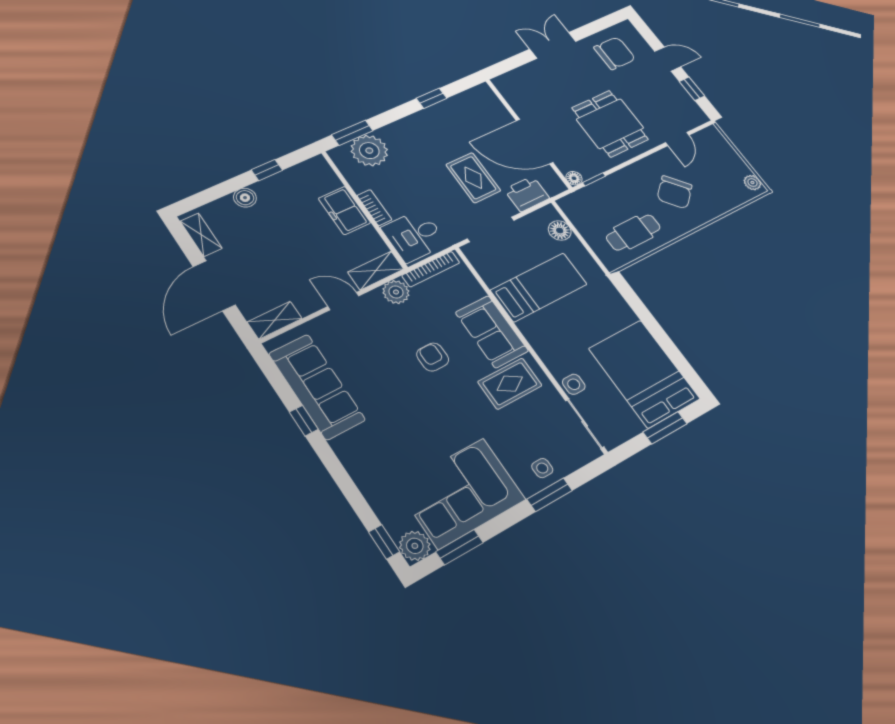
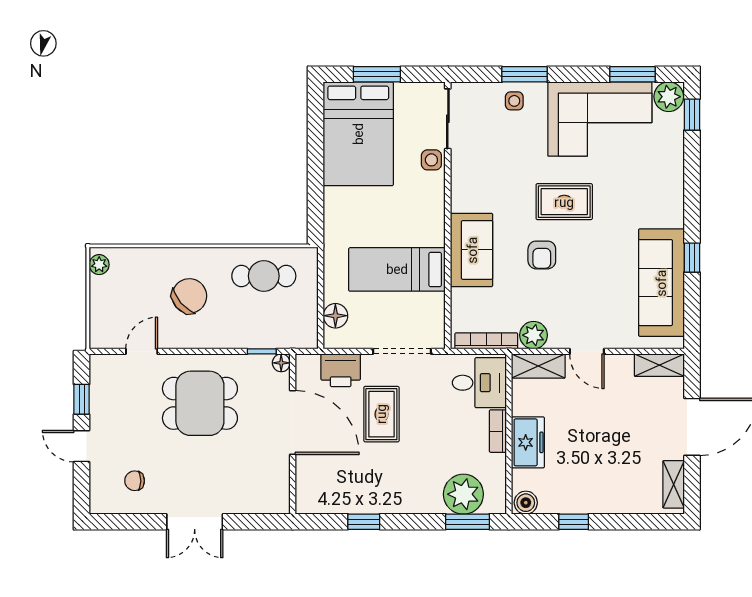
chair: (615, 53) -> (135, 481), width x0.54, depth x0.54
dining table: (610, 124) -> (200, 403), turned 90
boiler: (245, 198) -> (526, 503), moved
rug: (510, 384) -> (564, 202), moved

